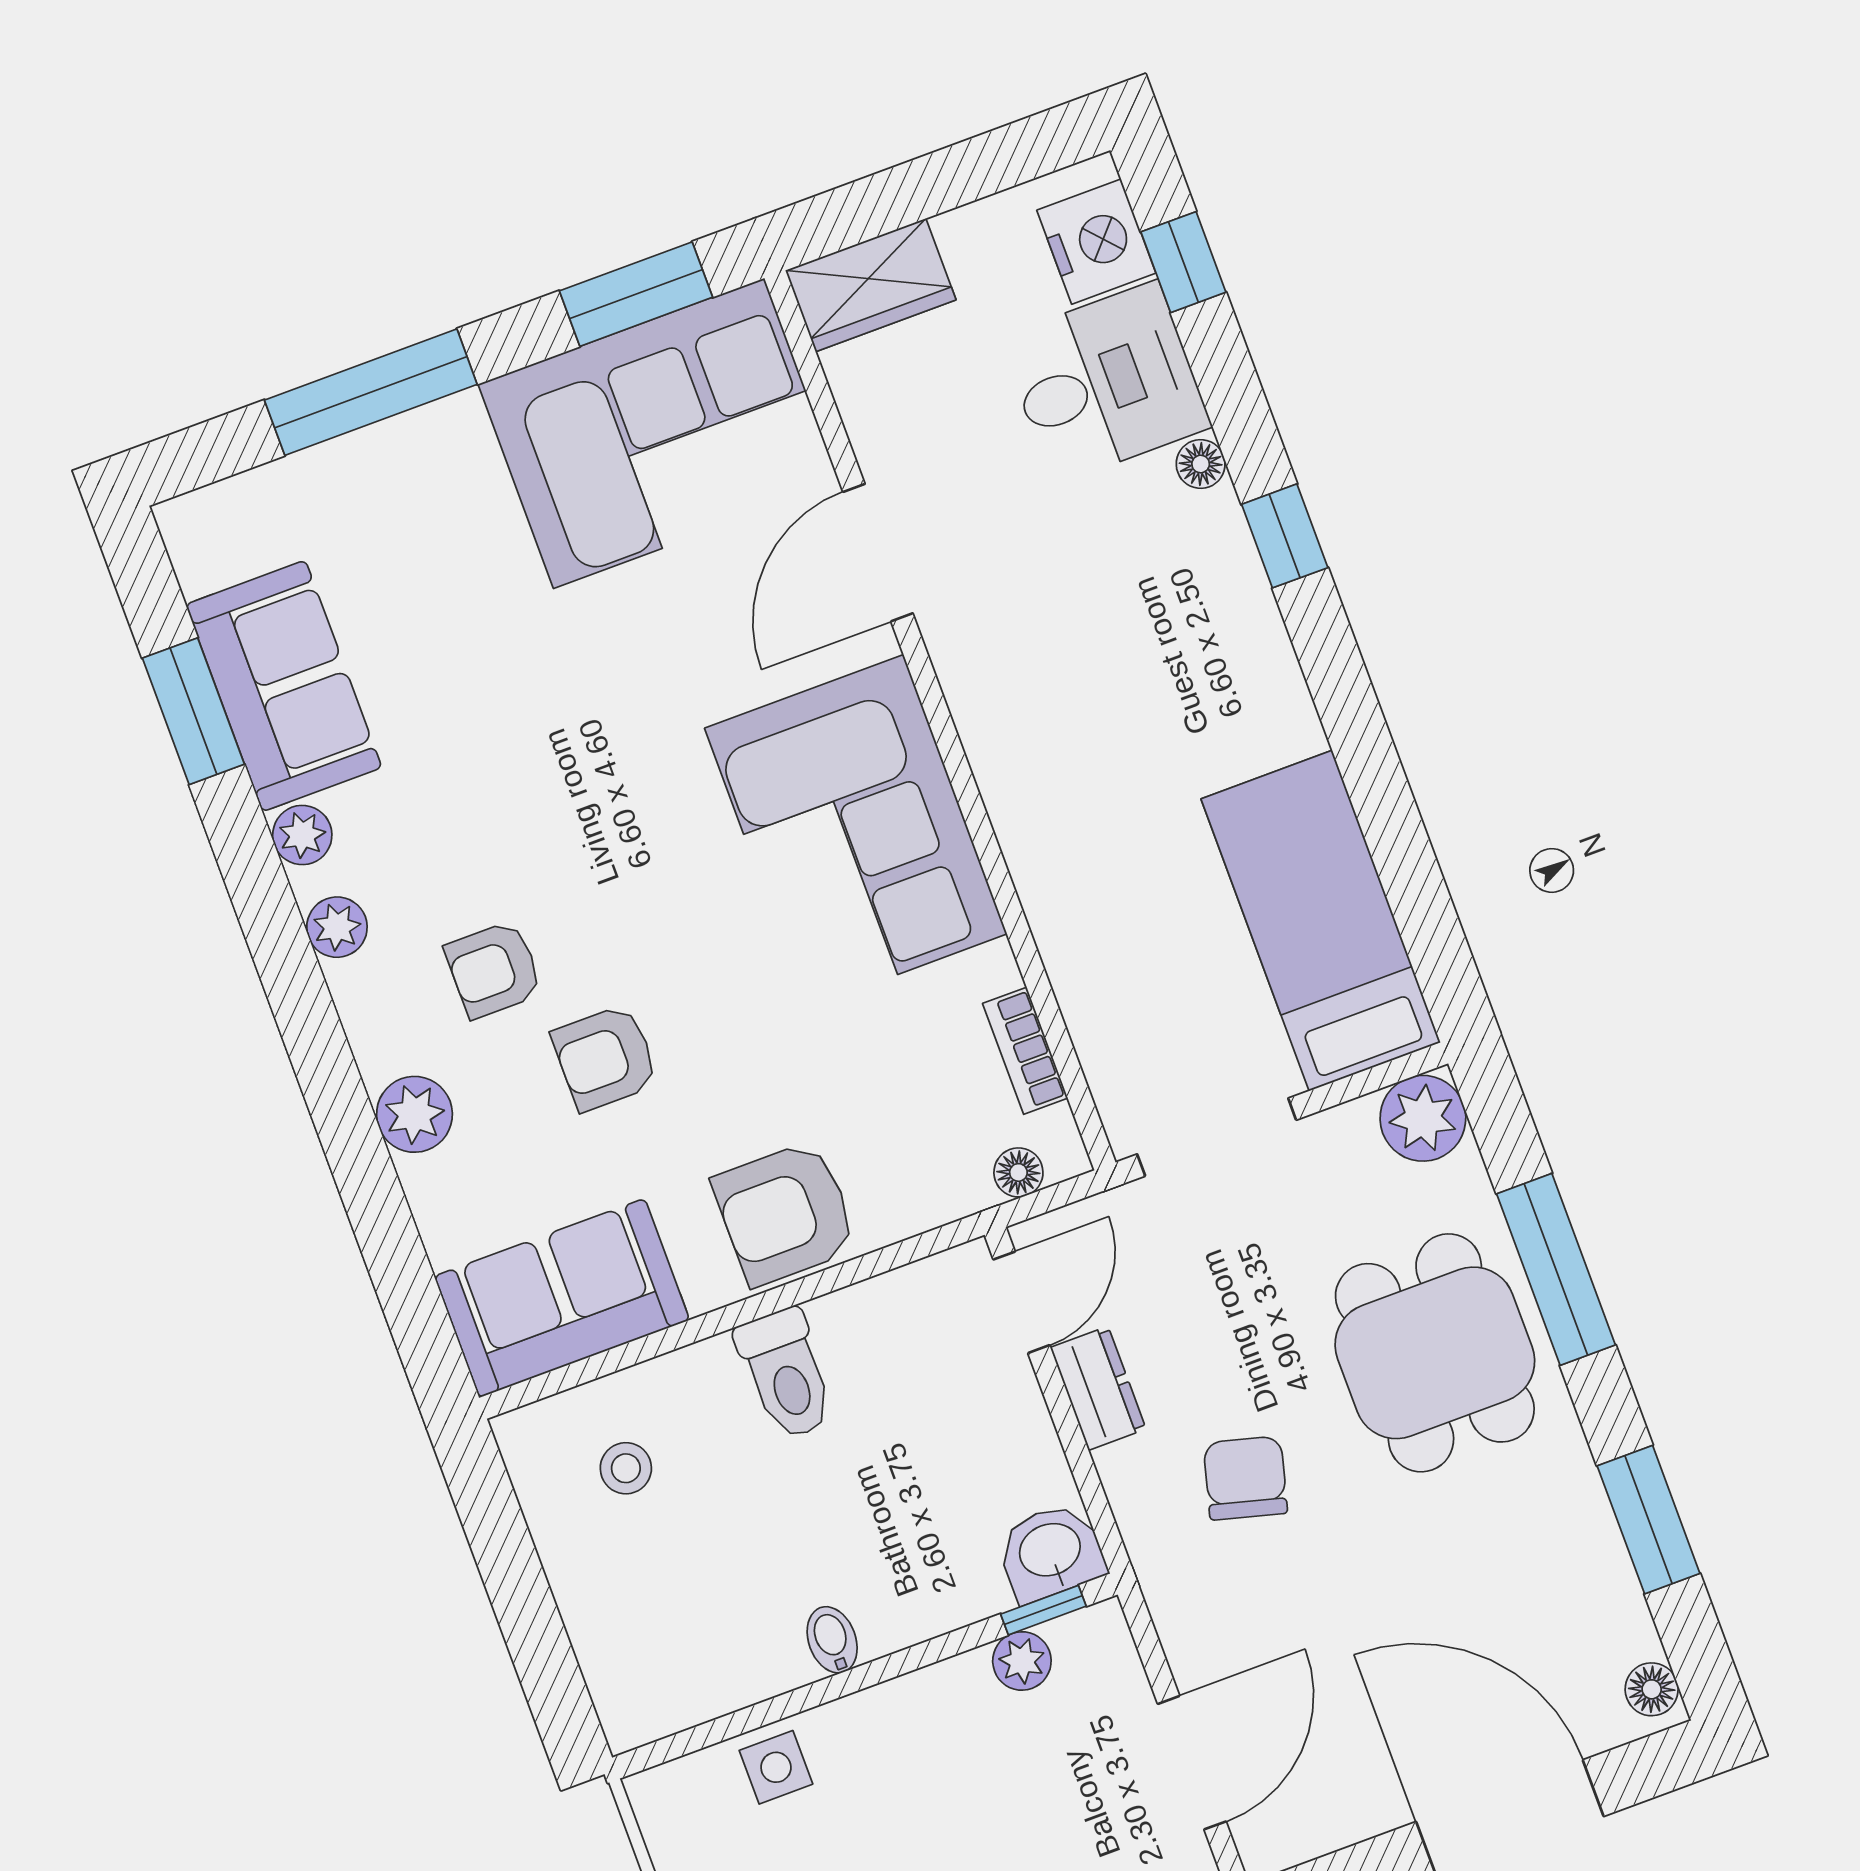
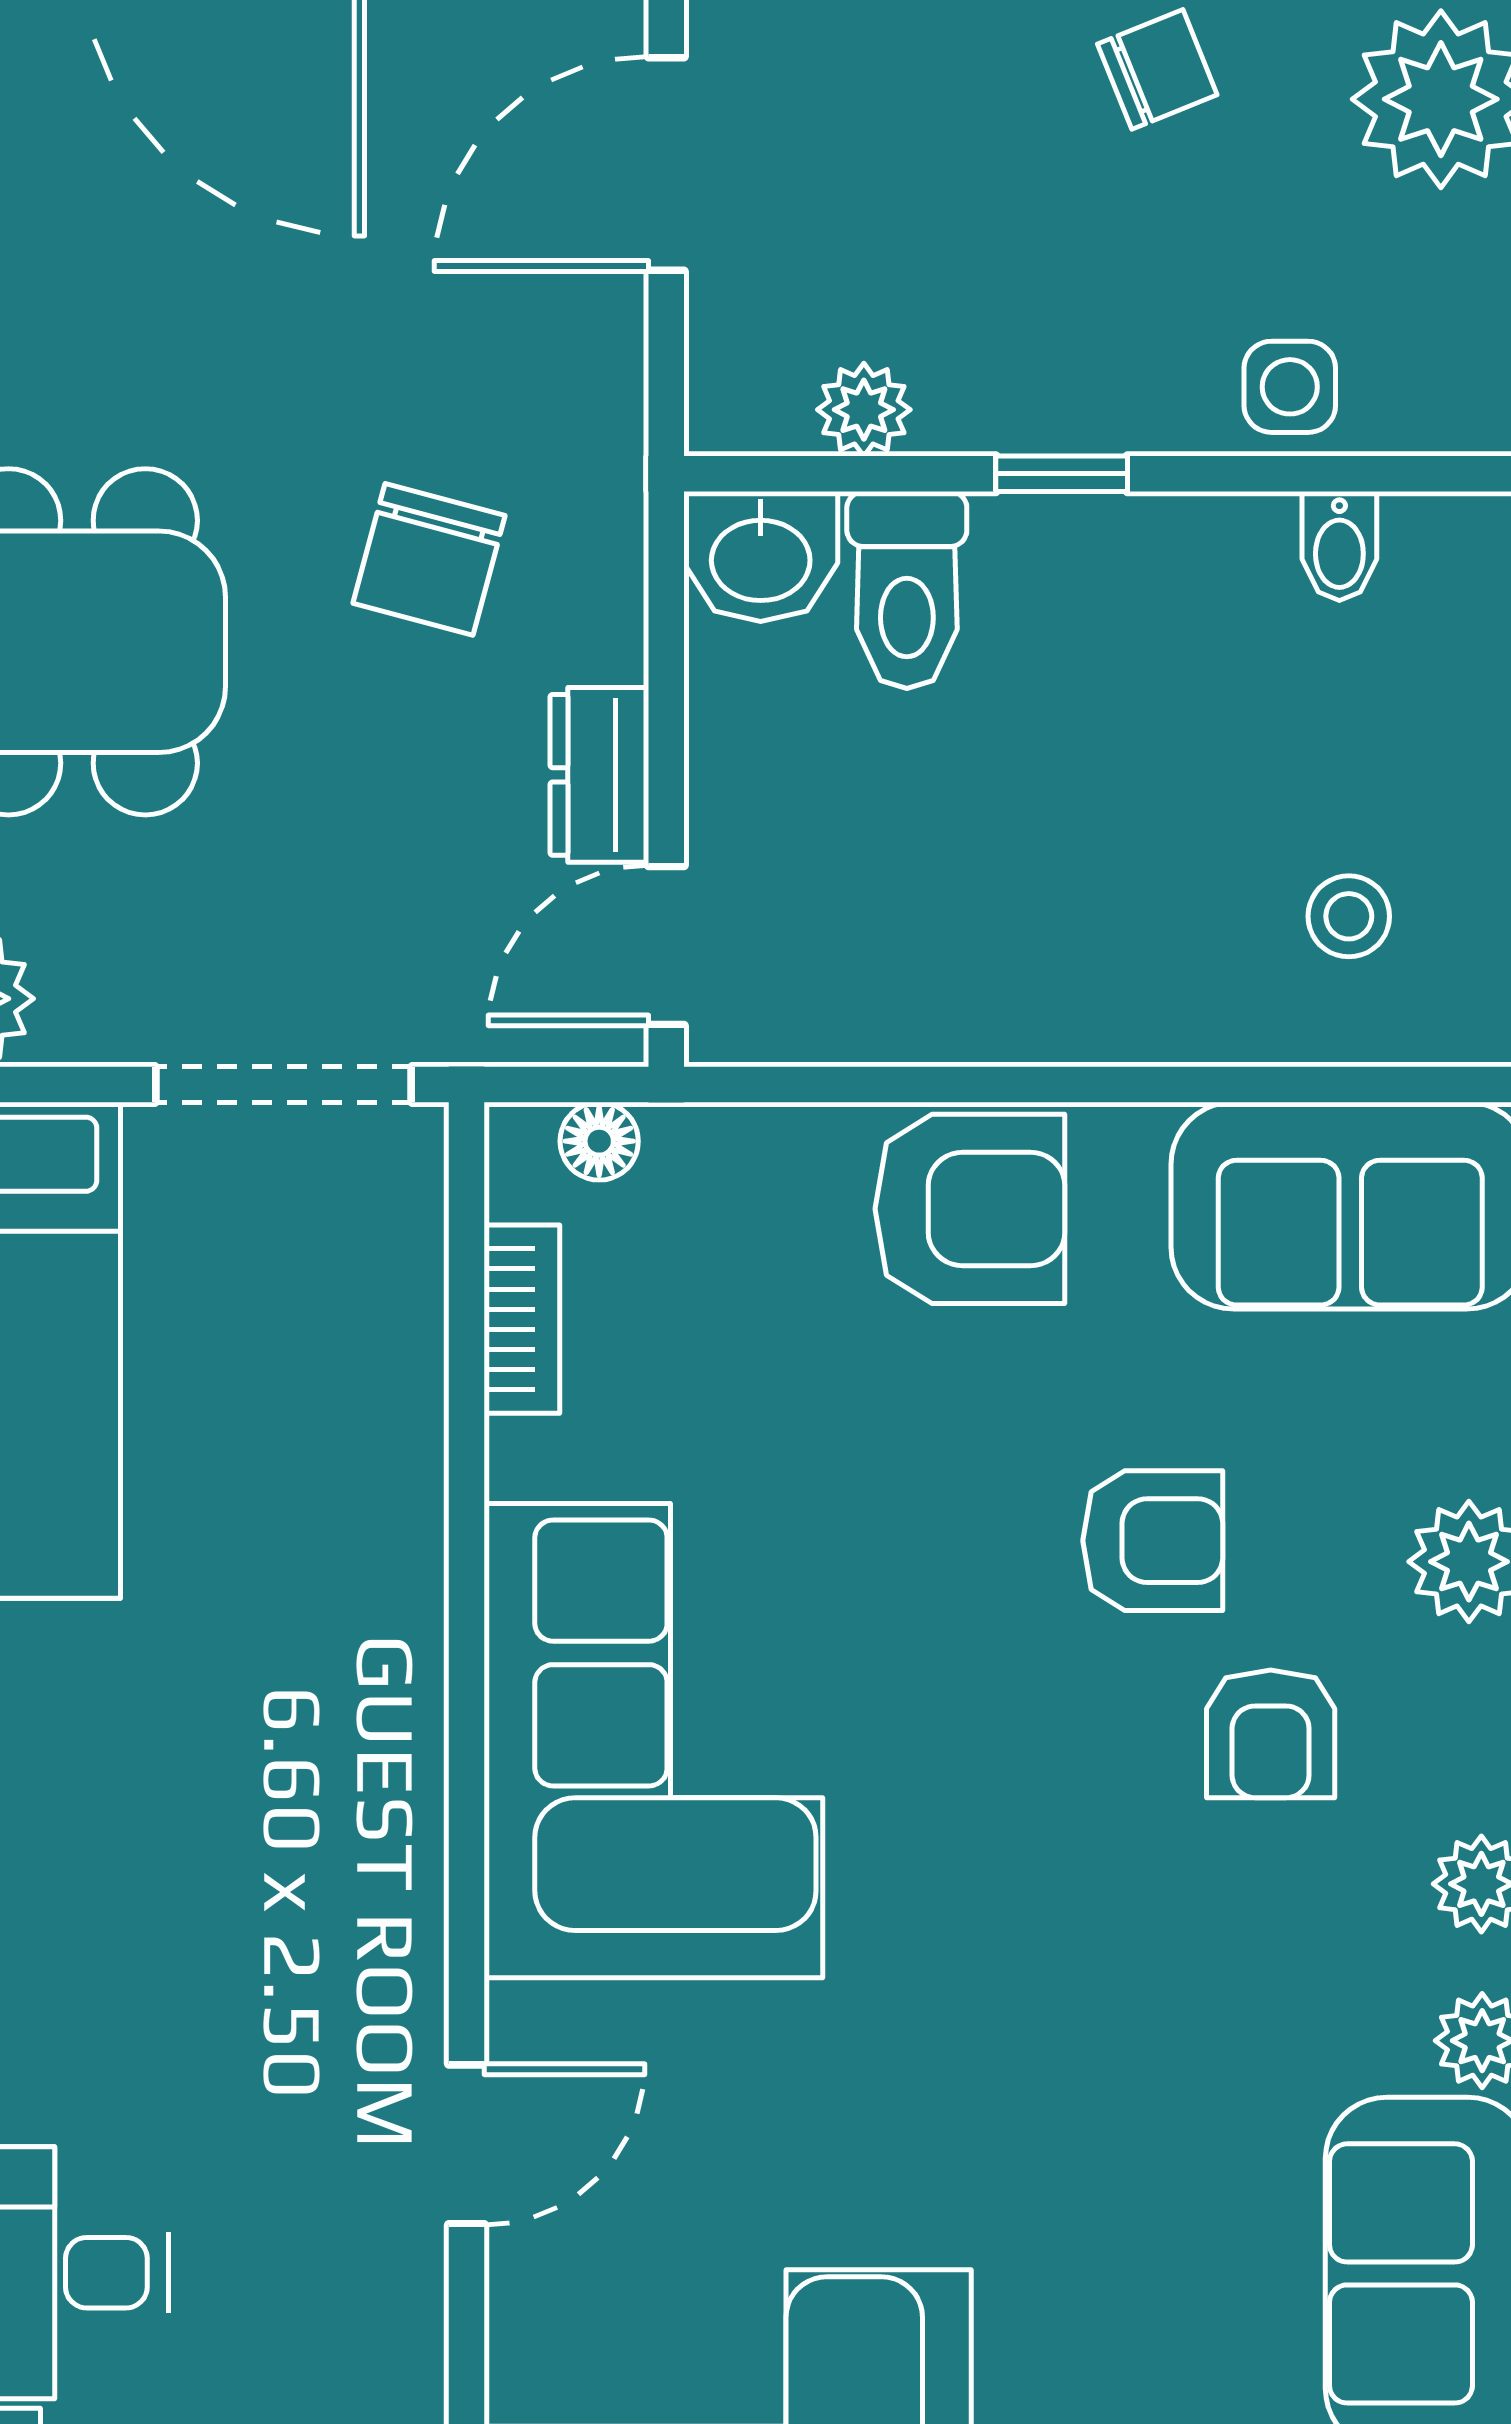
door: (878, 553) -> (467, 2144), width x0.73
armchair: (494, 970) -> (1271, 1734), turned 90
toilet: (786, 1374) -> (907, 590), moved, turned 180
window: (1043, 1610) -> (1062, 474), moved
bidet: (832, 1640) -> (1339, 546), moved

